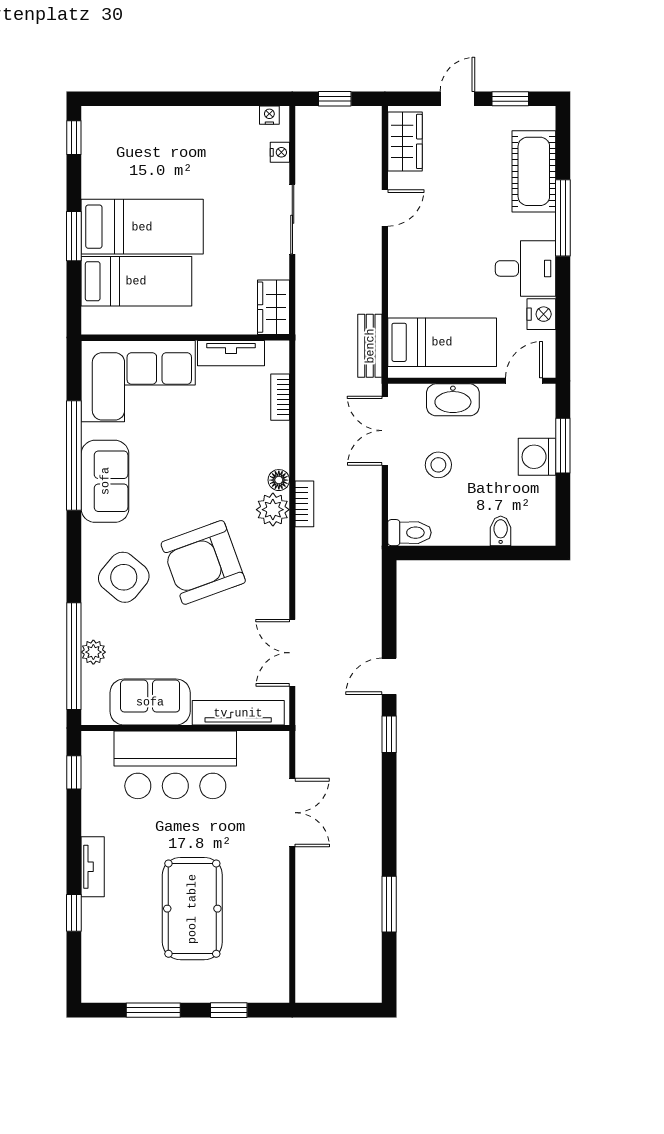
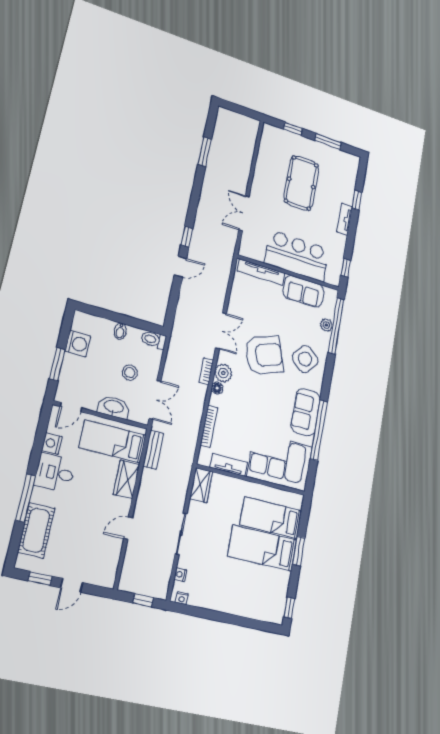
wardrobe: (405, 141) -> (126, 479), moved
bookcase: (280, 397) -> (209, 426), width x1.56
washing machine: (537, 457) -> (78, 344), moved
bidet: (501, 531) -> (120, 331), moved
double door: (292, 653) -> (221, 331), moved

